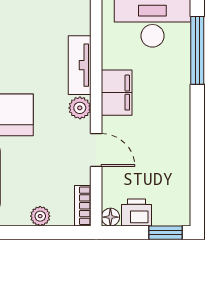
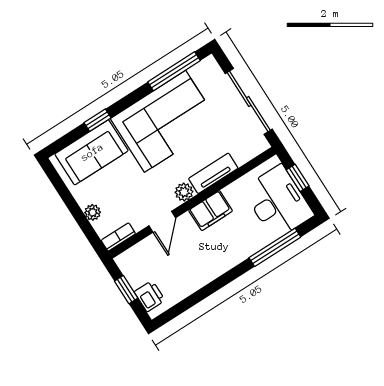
printer: (137, 212) -> (150, 296), moved
floor lamp: (110, 217) -> (123, 261), removed
window: (165, 233) -> (126, 290), moved

